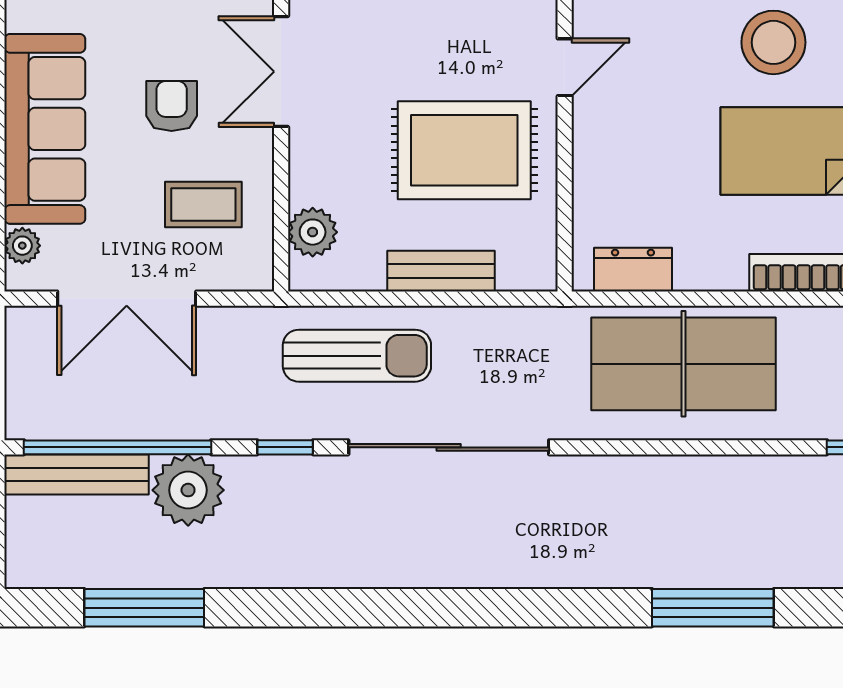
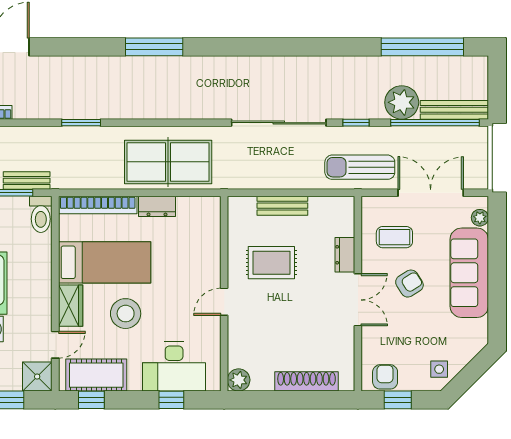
armchair: (172, 106) -> (409, 284), turned -122
rug: (464, 150) -> (271, 263), width x0.73, depth x0.70
dresser: (309, 167) -> (345, 255), added
plant: (313, 232) -> (343, 224), removed
dresser: (633, 270) -> (157, 206), moved
sun lounger: (357, 356) -> (360, 167), moved
window: (144, 608) -> (422, 47), width x1.46

